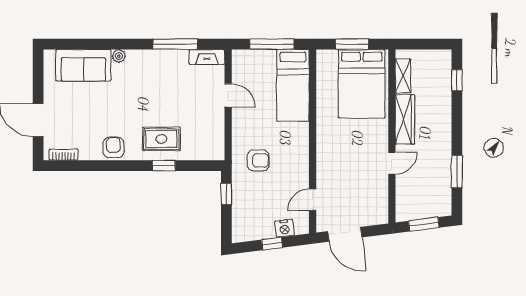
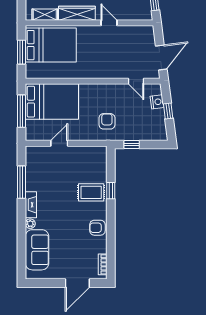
fireplace: (207, 57) -> (31, 205), moved
bed: (293, 85) -> (52, 102), width x1.50
rug: (161, 139) -> (91, 192), turned 90

